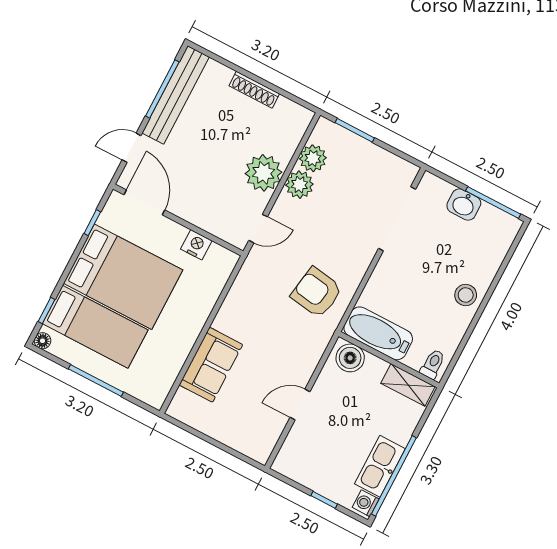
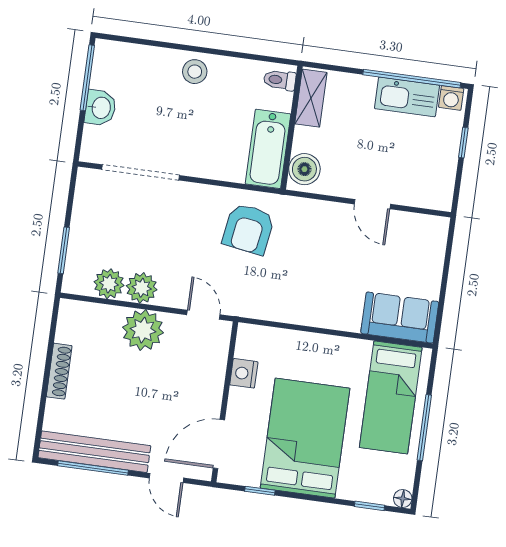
bed: (95, 327) -> (391, 397), moved, turned 180
sofa: (211, 365) -> (400, 318), moved

